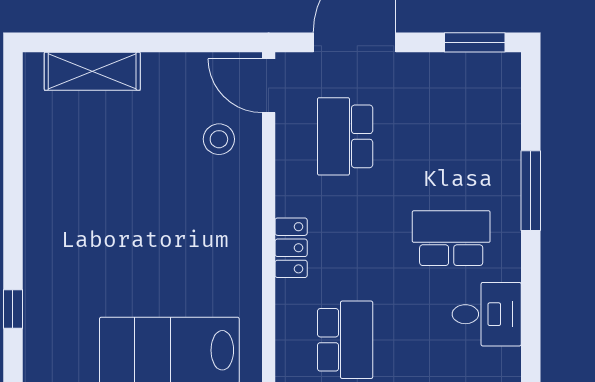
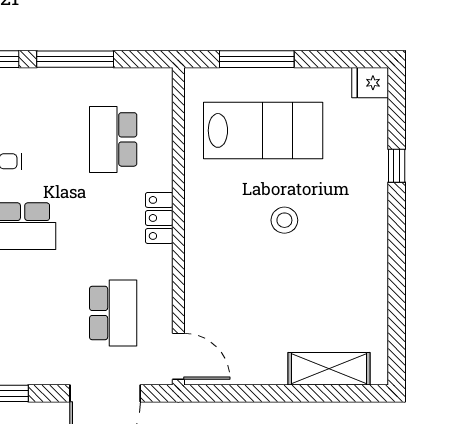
stool: (219, 139) -> (284, 220), moved

